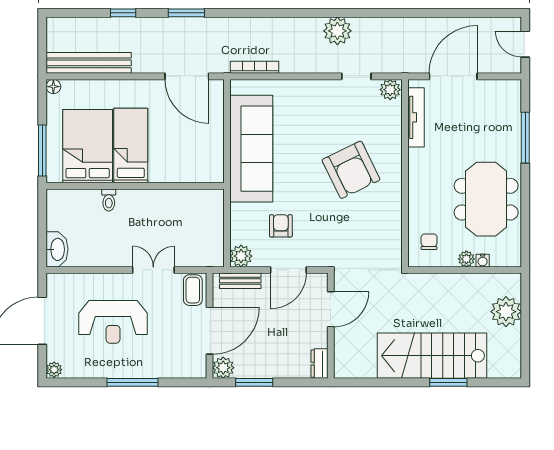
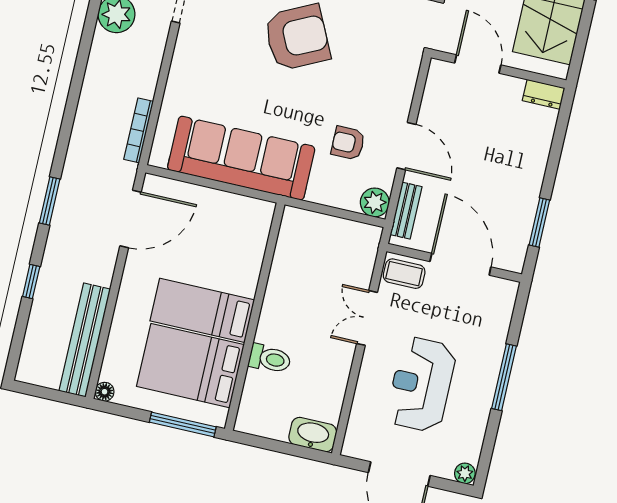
toilet: (109, 200) -> (270, 359), width x1.37, depth x1.39
door: (331, 309) -> (478, 64), moved
reception desk: (113, 322) -> (421, 384), turned 180
wall: (331, 326) -> (499, 69), moved
dresser: (319, 364) -> (544, 94), moved
plant: (223, 368) -> (512, 258), removed

